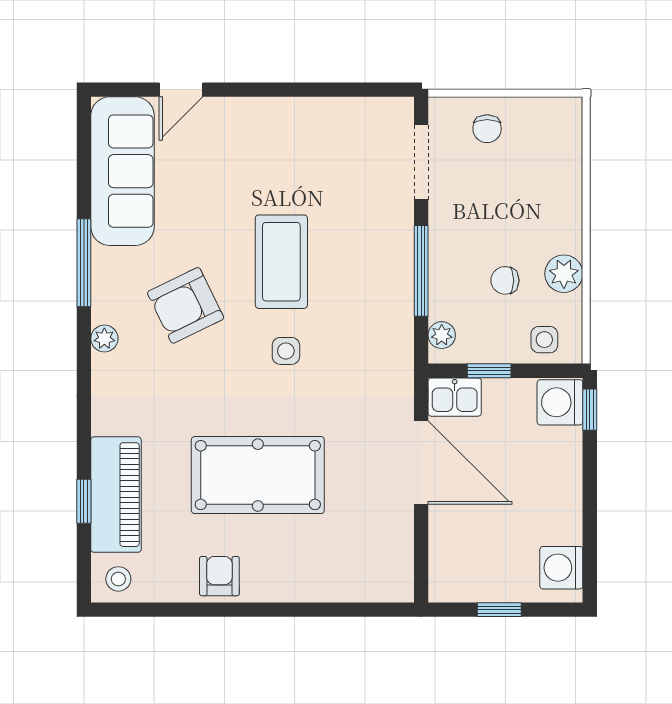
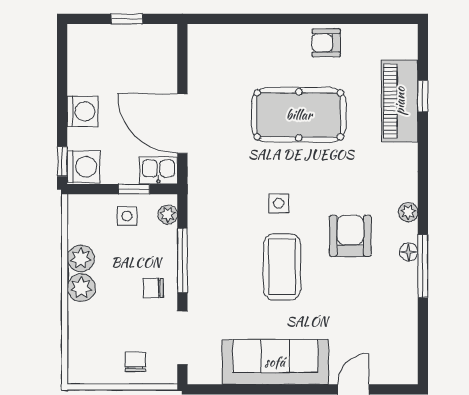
sofa: (122, 171) -> (275, 362), moved, turned 90
plant: (563, 232) -> (81, 288), added
chair: (505, 280) -> (153, 288), moved, turned 180
floor lamp: (104, 283) -> (409, 252), added
armchair: (186, 305) -> (350, 236), turned -64
side table: (544, 340) -> (127, 216), moved
washing machine: (561, 568) -> (82, 111), moved
armchair: (219, 576) -> (326, 43), turned 90
stool: (118, 579) -> (398, 41), removed

